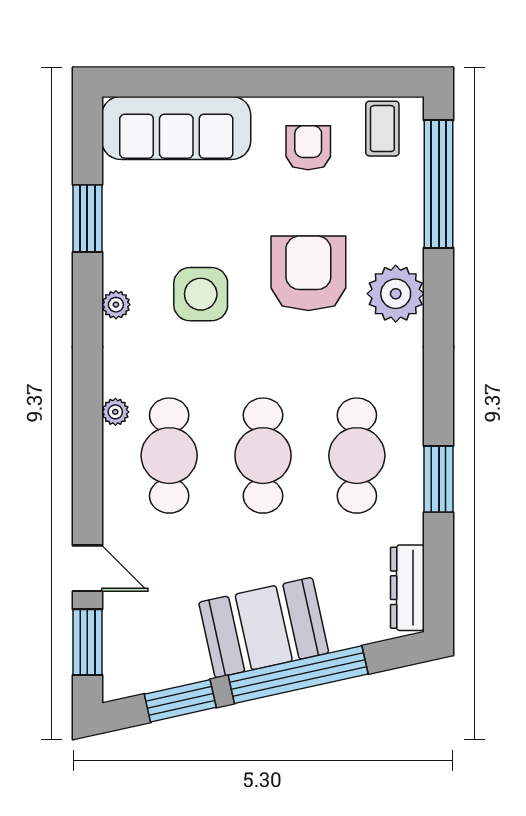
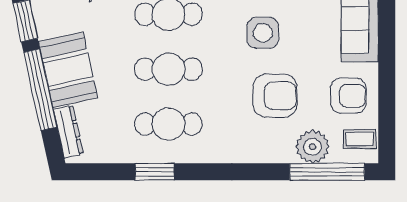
armchair: (308, 148) -> (348, 96), width x1.38, depth x1.38
plant: (396, 294) -> (312, 147), moved
dresser: (407, 588) -> (68, 132), moved, turned 78

